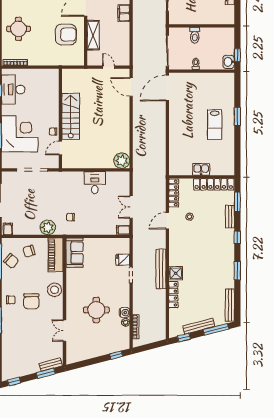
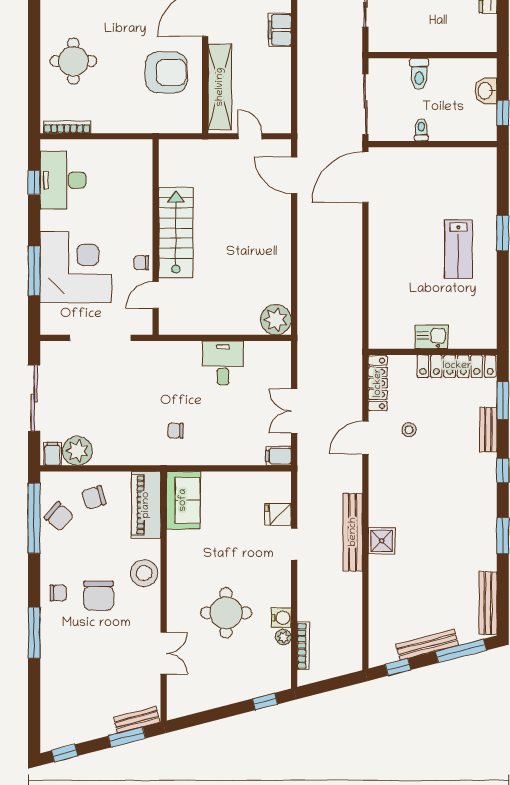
shelving: (93, 35) -> (220, 87), width x1.47
washbasin: (229, 62) -> (486, 91), moved
plant: (48, 227) -> (77, 451), moved
locker: (173, 295) -> (377, 583), removed
double door: (65, 331) -> (164, 653), swing flipped

